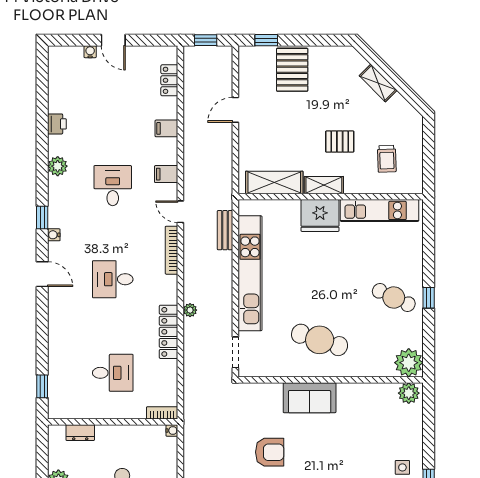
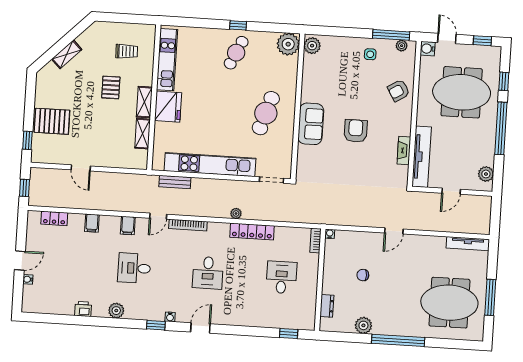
shelving: (274, 183) -> (143, 134), width x0.67, depth x0.75
armchair: (270, 452) -> (356, 131), moved

